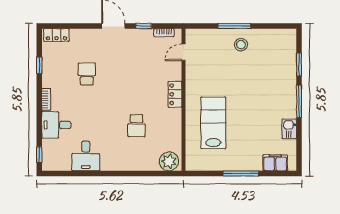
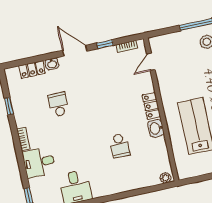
washbasin: (89, 34) -> (52, 64), added
locker: (57, 35) -> (32, 69), moved
washbasin: (175, 117) -> (156, 128), added
plant: (169, 161) -> (165, 178), width x0.53, depth x0.53

